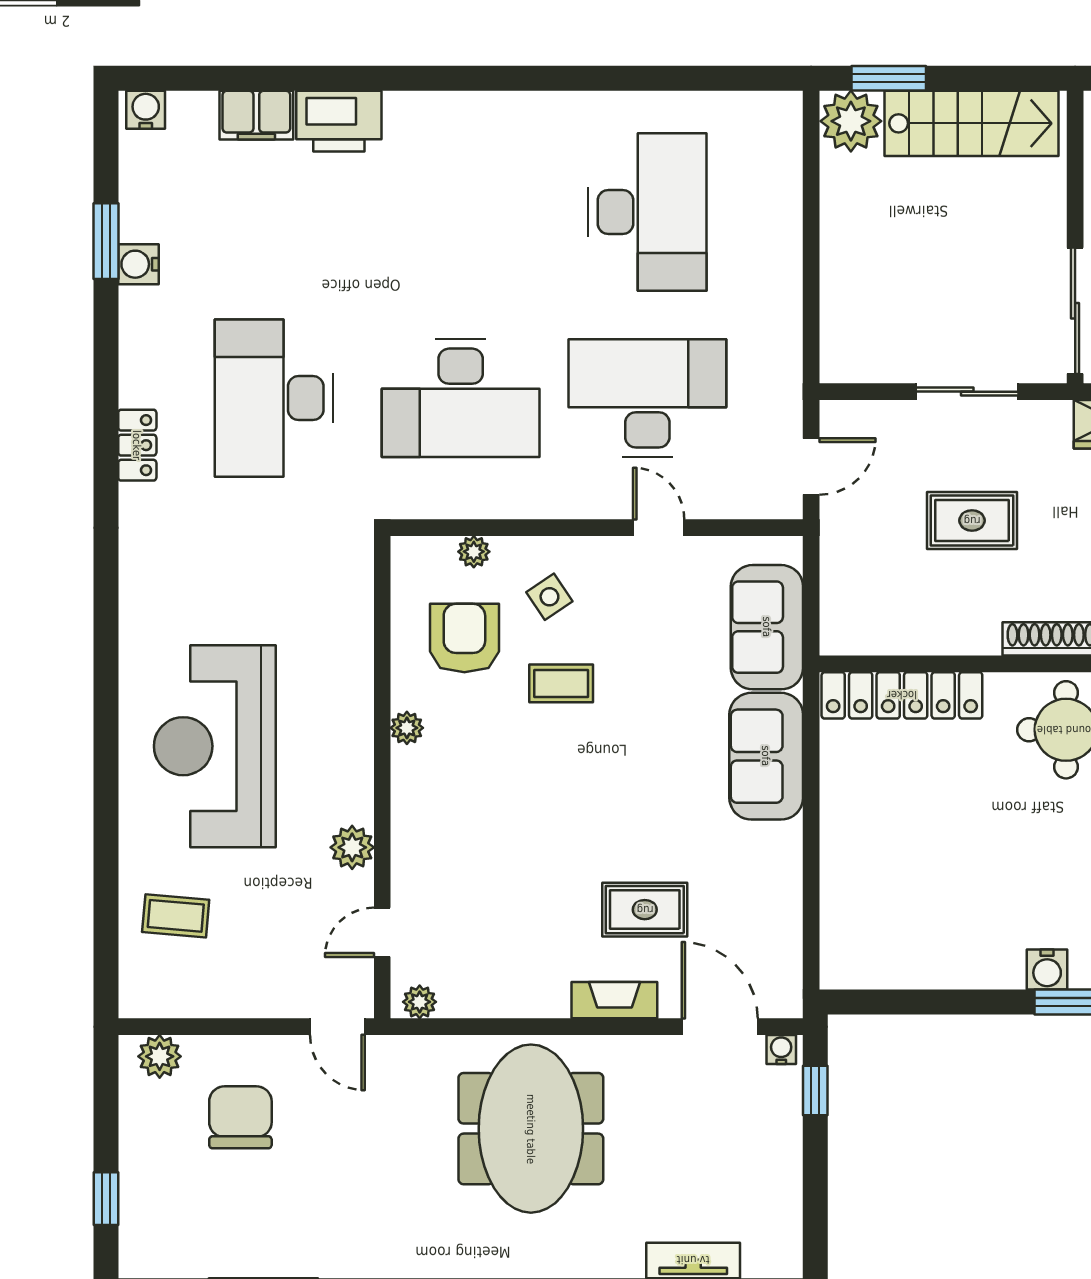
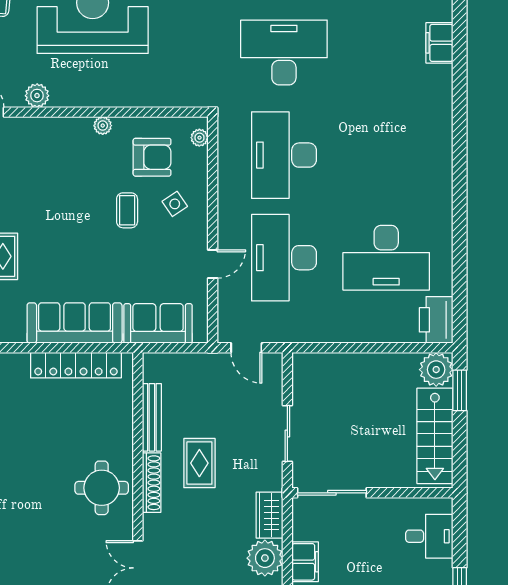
printer: (339, 121) -> (436, 320), moved
desk: (647, 398) -> (284, 258), turned 180
rug: (972, 521) -> (199, 463), moved
plant: (474, 552) -> (199, 138), moved
bench: (938, 638) -> (152, 417), added
locker: (902, 695) -> (76, 365), moved, turned -90
sofa: (766, 756) -> (75, 323), width x1.36

